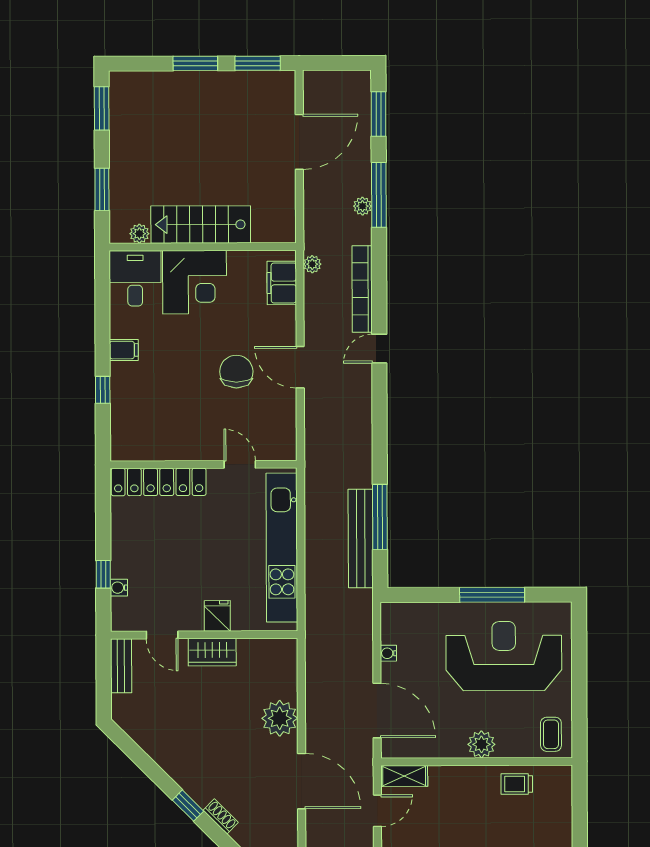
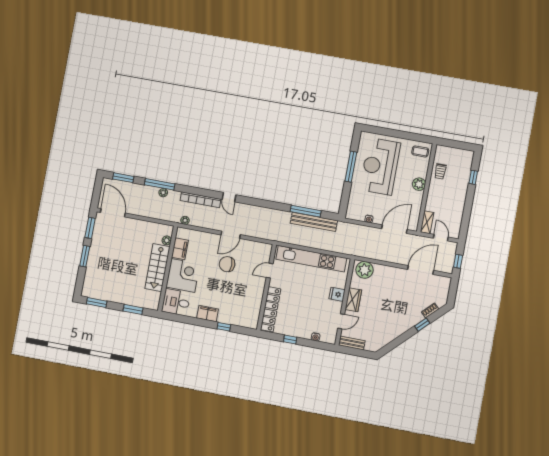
door: (299, 142) -> (113, 213), moved
plant: (139, 234) -> (167, 240), moved
filing cabinet: (282, 283) -> (180, 249), moved, turned -90
filing cabinet: (124, 350) -> (208, 314), width x2.00
window: (103, 574) -> (290, 339), moved
plant: (280, 718) -> (364, 270), moved

